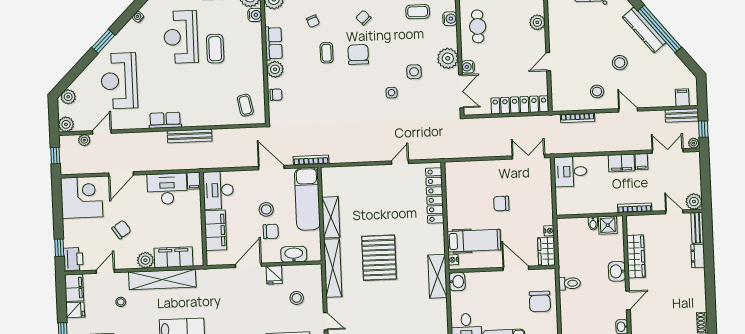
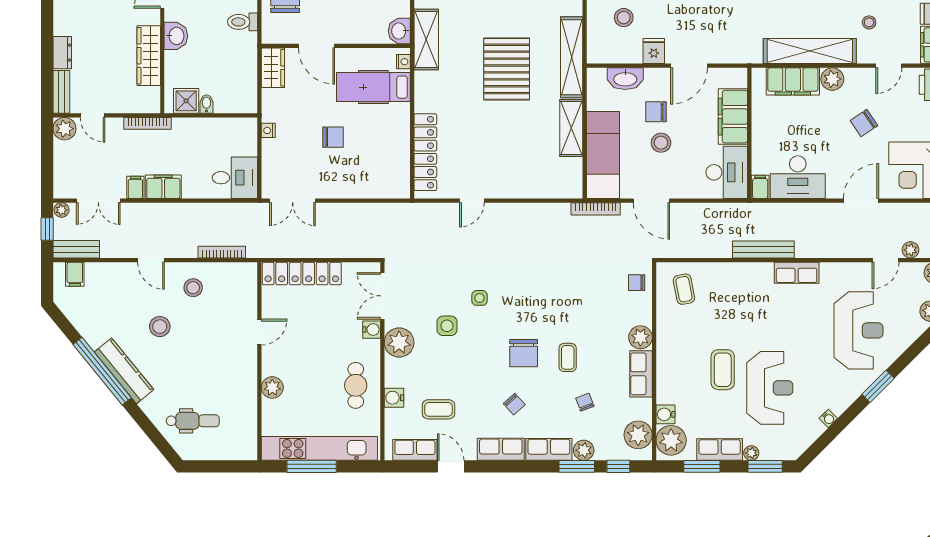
chair: (276, 95) -> (637, 283), moved
nightstand: (549, 231) -> (268, 130), moved

